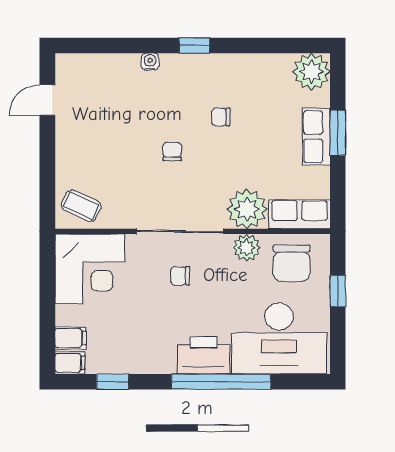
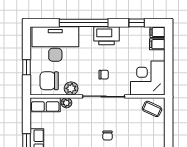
plant: (247, 209) -> (66, 103), width x0.53, depth x0.53
chair: (292, 263) -> (49, 81), turned -90
printer: (204, 355) -> (107, 36), moved

